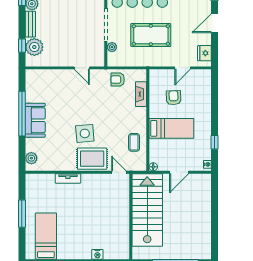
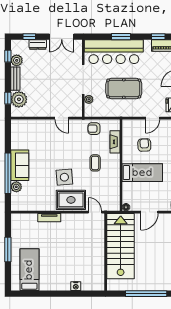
window: (22, 114) -> (8, 173), moved
coffee table: (134, 142) -> (95, 163), moved
plant: (31, 158) -> (16, 187), moved

